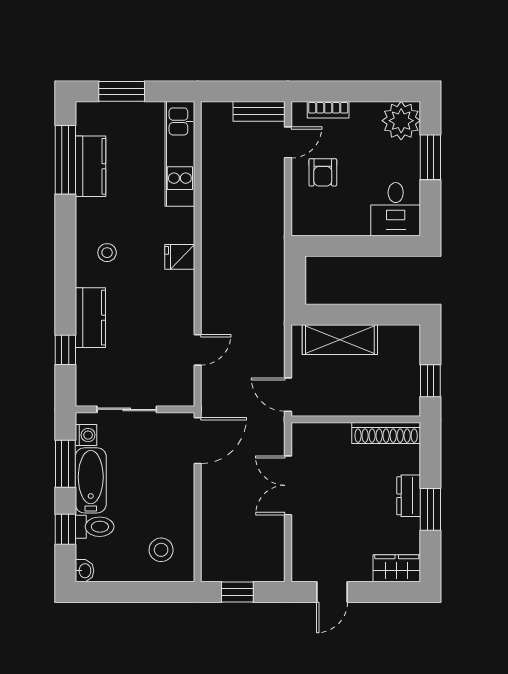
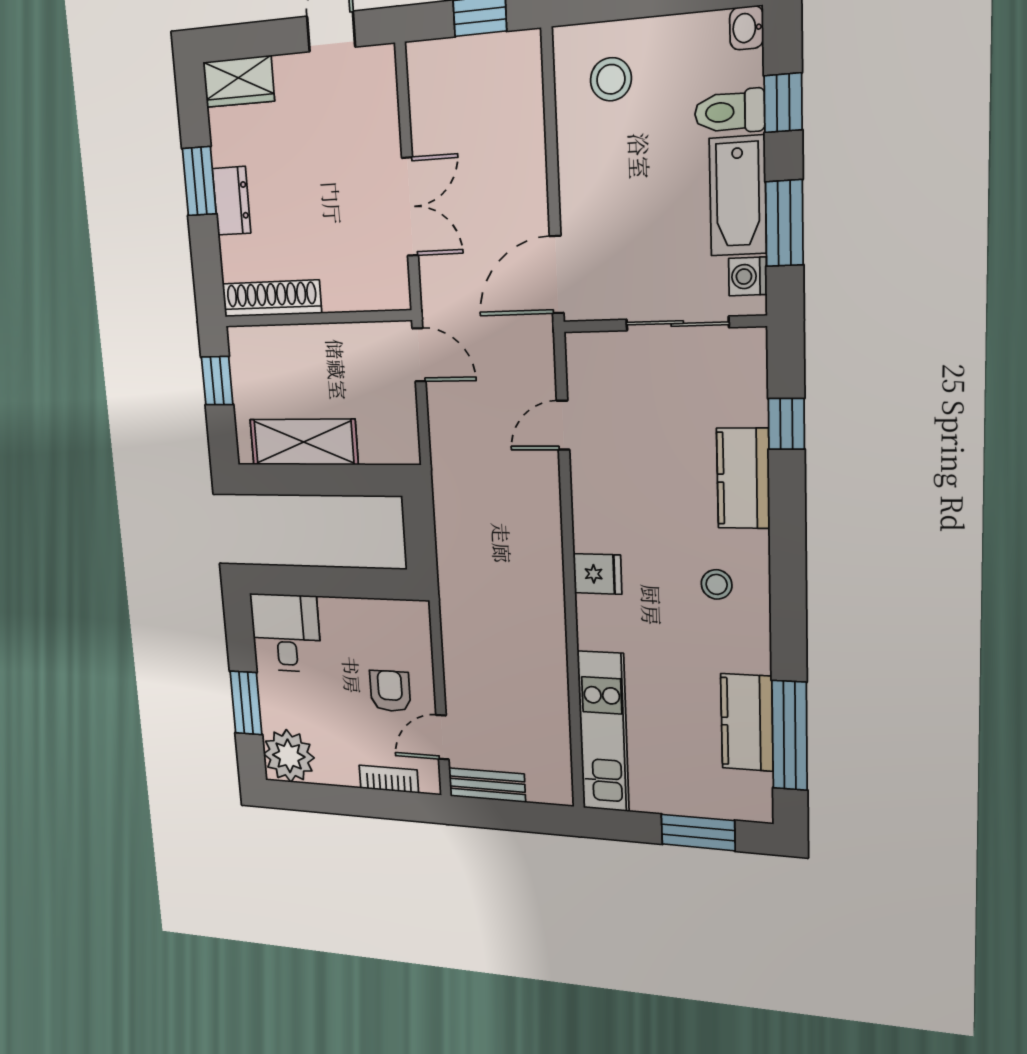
shelving: (340, 340) -> (304, 442), moved

